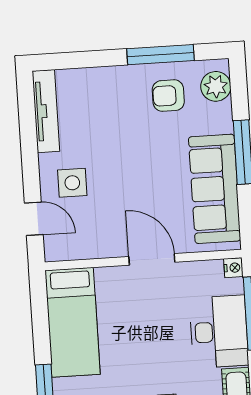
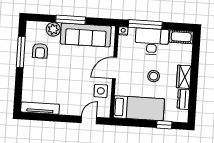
plant: (216, 86) -> (53, 29), moved
side table: (72, 183) -> (101, 91), moved
stool: (145, 345) -> (154, 76), added

